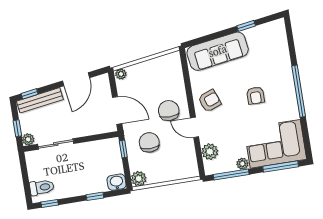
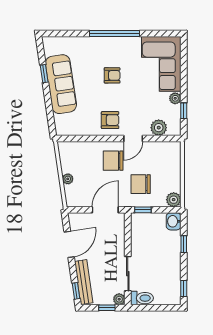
sofa: (218, 51) -> (61, 84), moved
plant: (121, 74) -> (68, 179), moved
door: (76, 79) -> (69, 244), hinge flipped
armchair: (210, 101) -> (110, 120), turned 111
window: (281, 167) -> (184, 62), removed
window: (231, 174) -> (184, 111), width x0.46
toilet: (42, 187) -> (142, 298), moved, turned 90

